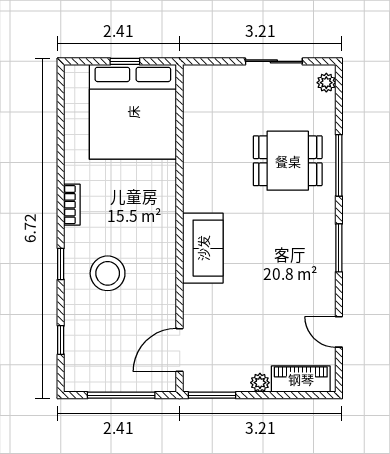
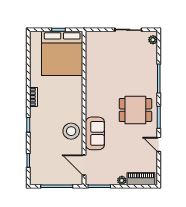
dining table: (288, 161) -> (135, 110), moved
sofa: (203, 248) -> (95, 133), moved
stool: (108, 273) -> (71, 131), moved
door: (339, 332) -> (159, 144), moved
door: (180, 350) -> (84, 165), hinge flipped

